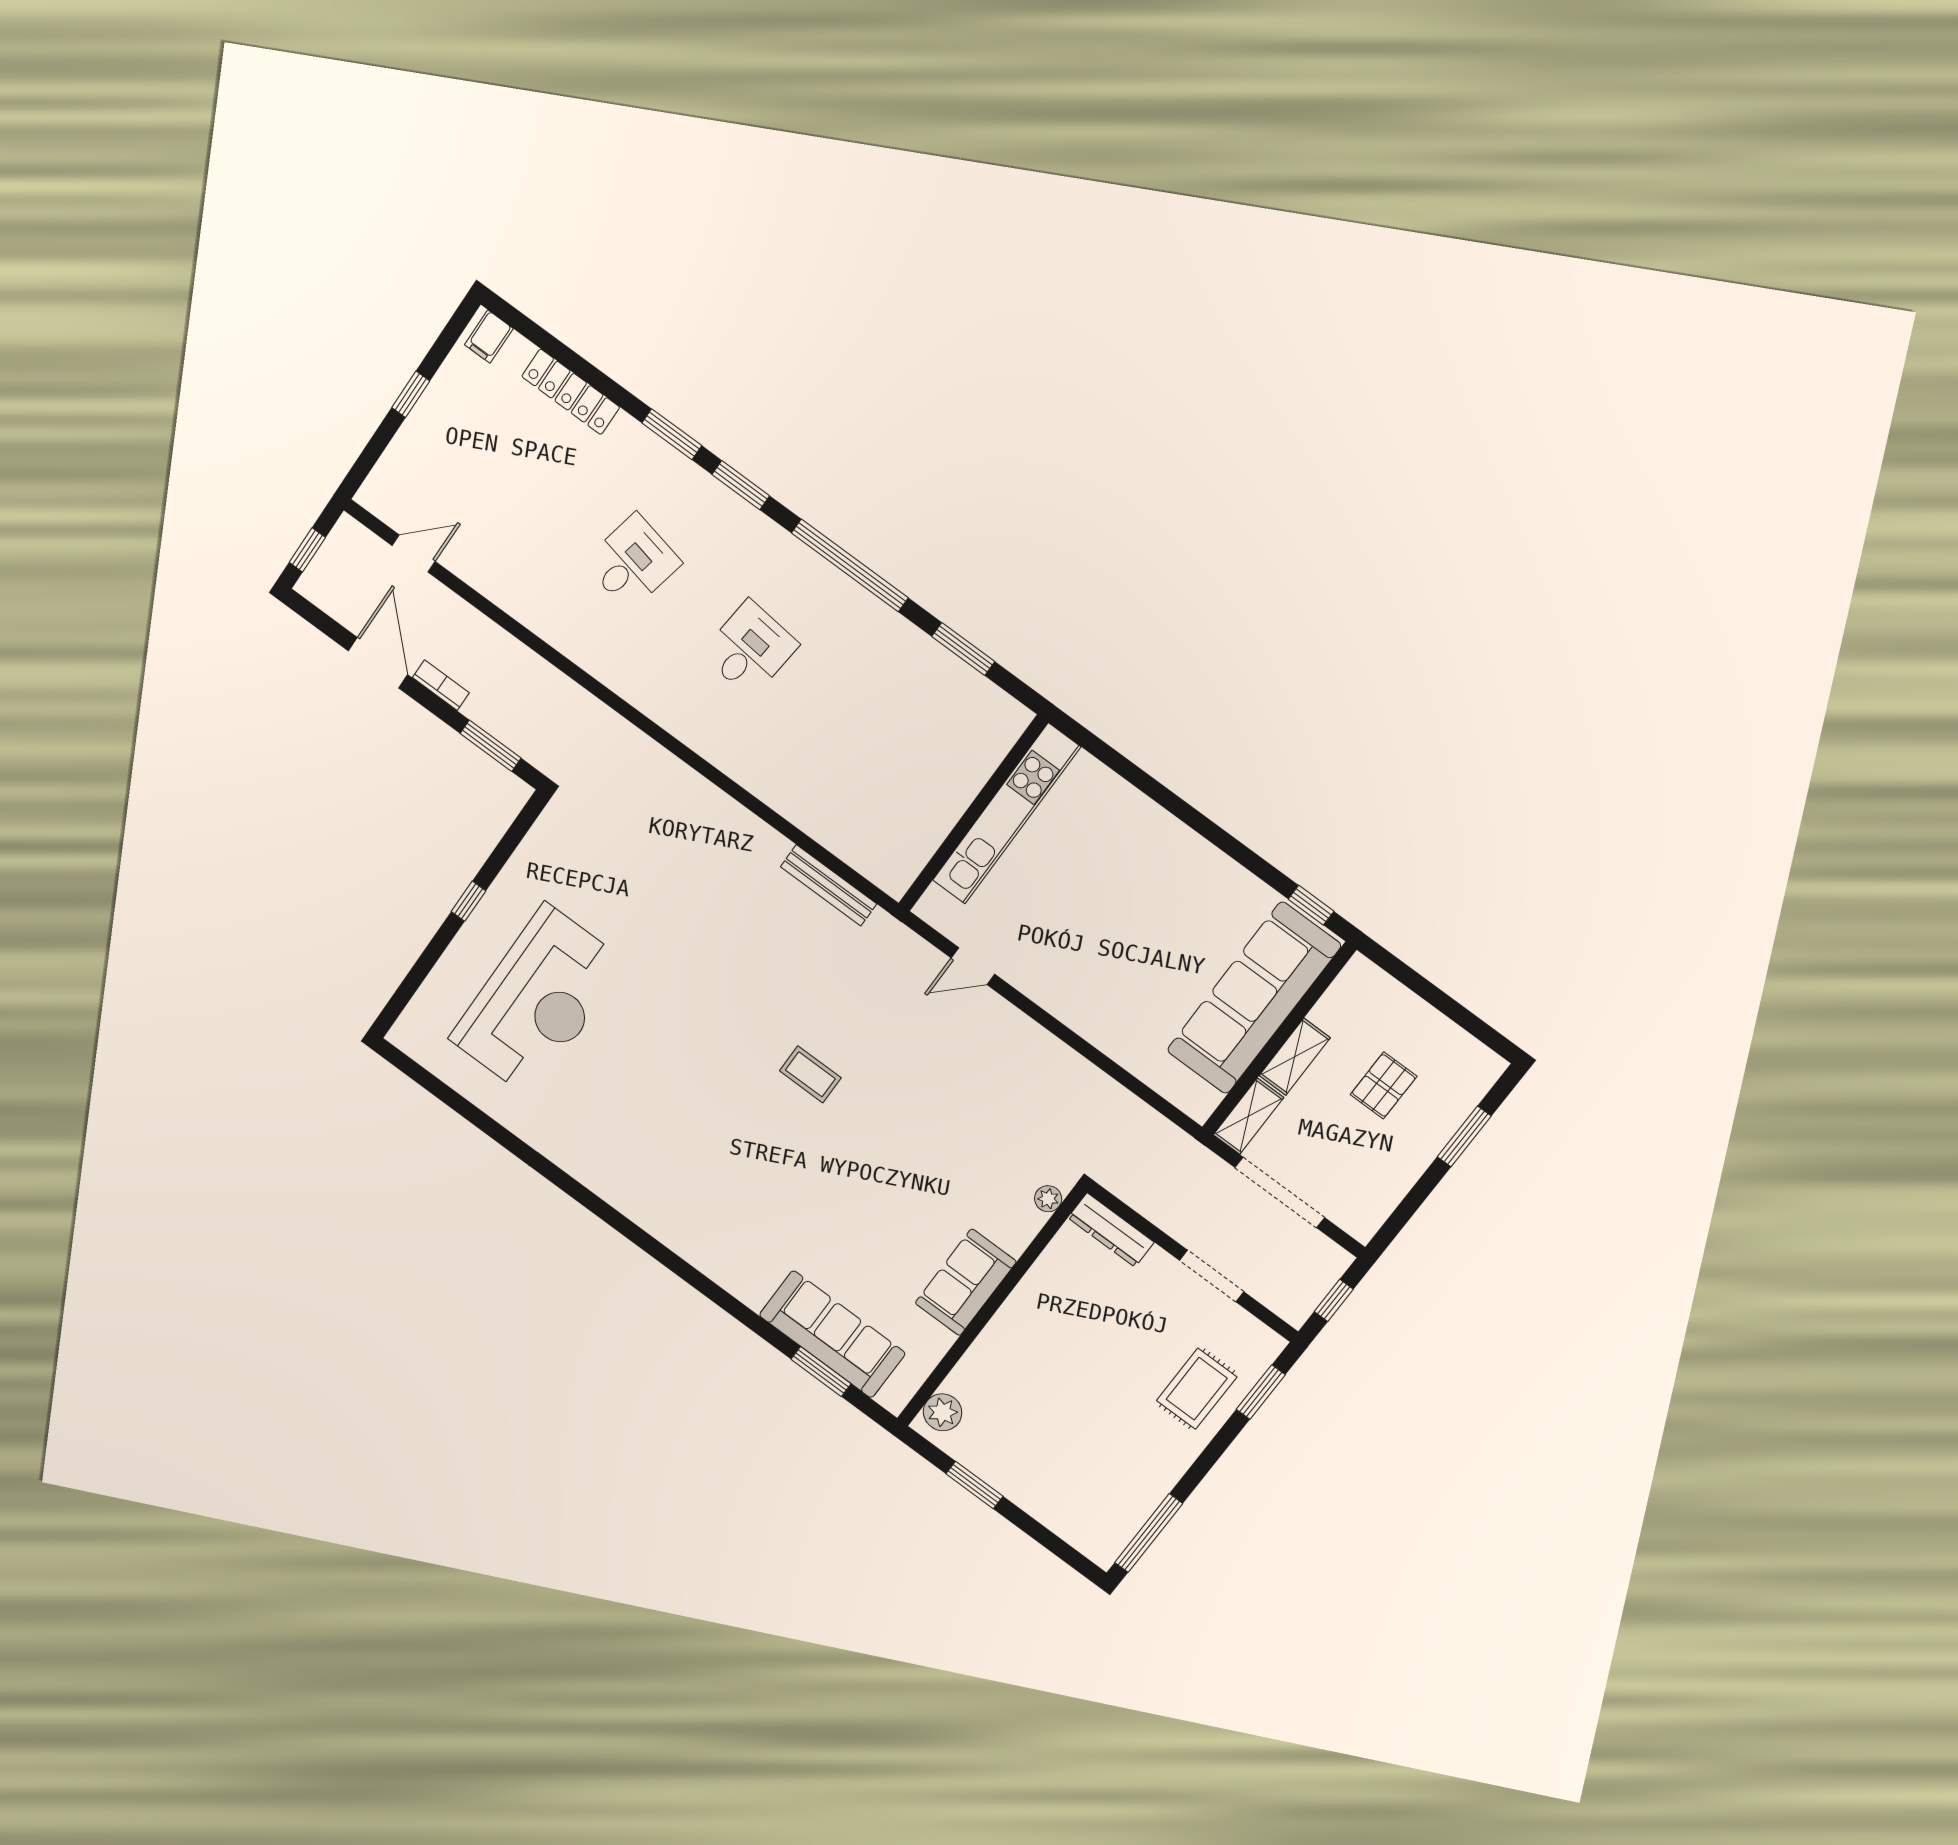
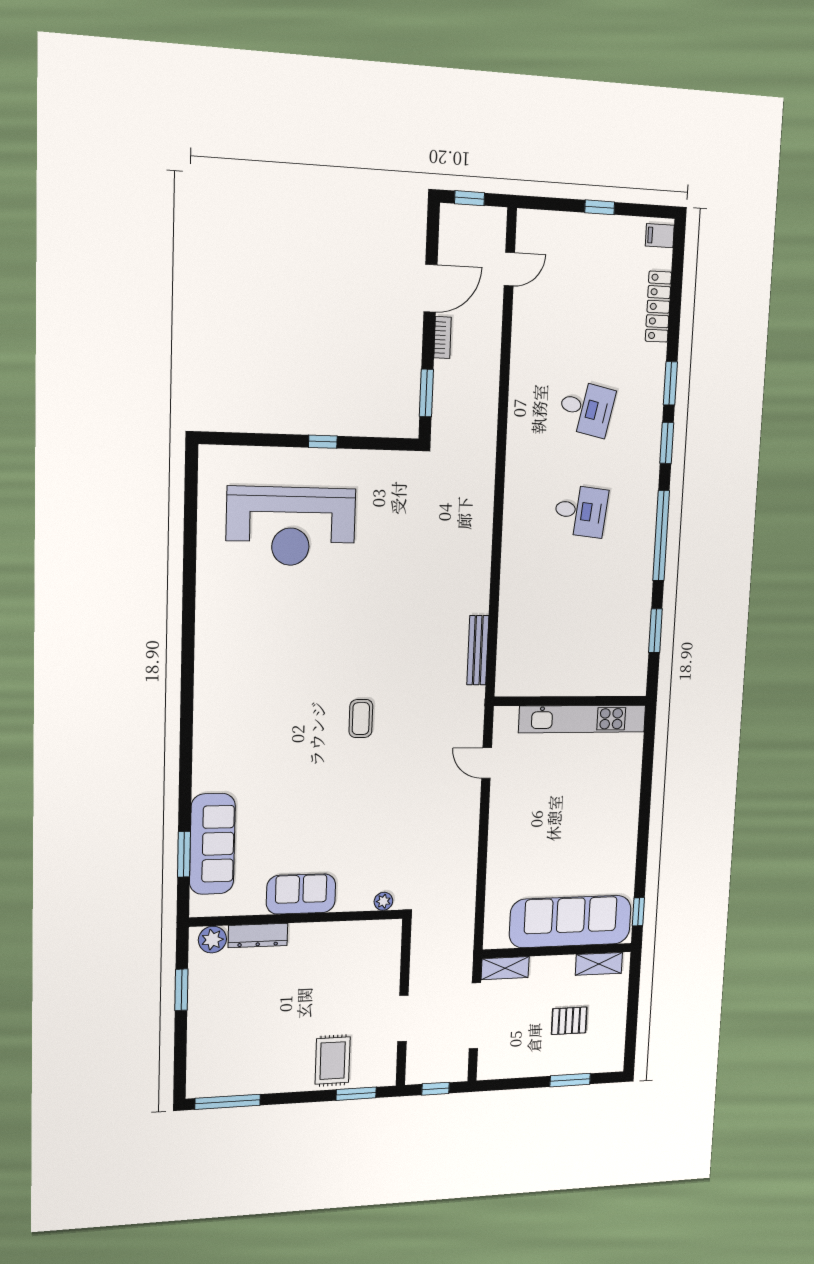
door: (414, 554) -> (509, 269), hinge flipped
shelving: (1295, 1057) -> (599, 964), moved
dresser: (1111, 1230) -> (258, 936), moved, turned -90
rug: (1197, 1389) -> (333, 1061), turned 90

